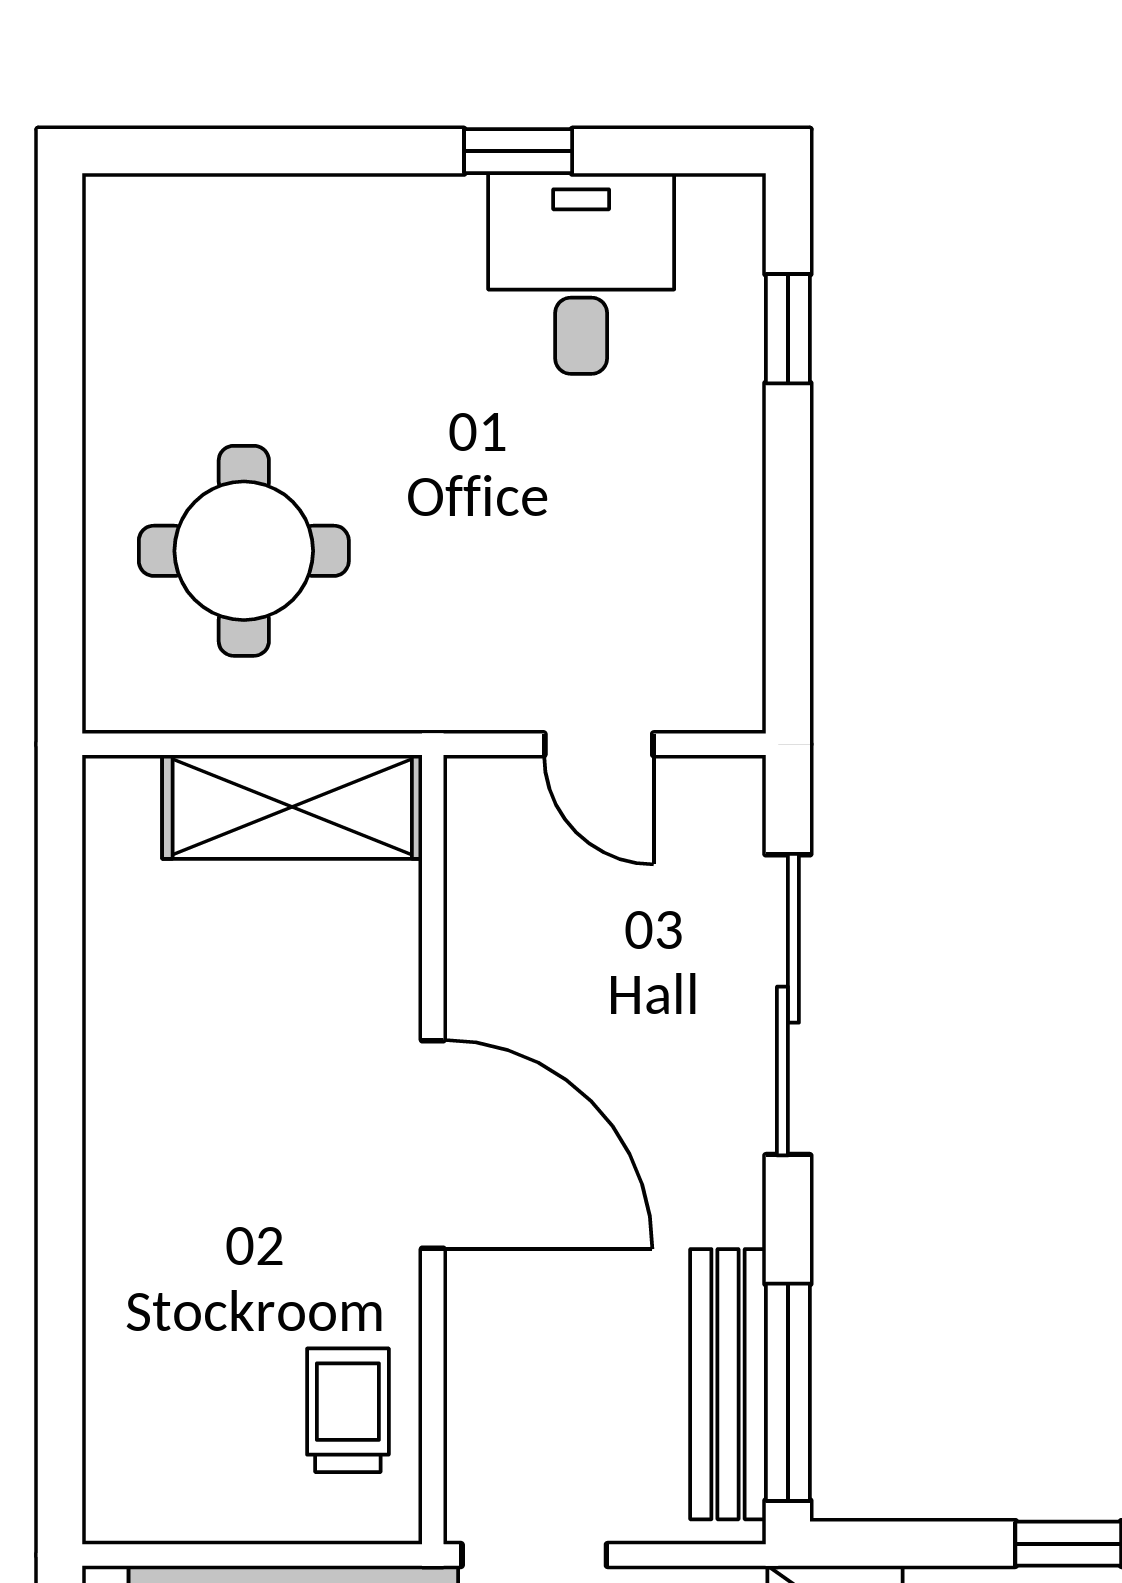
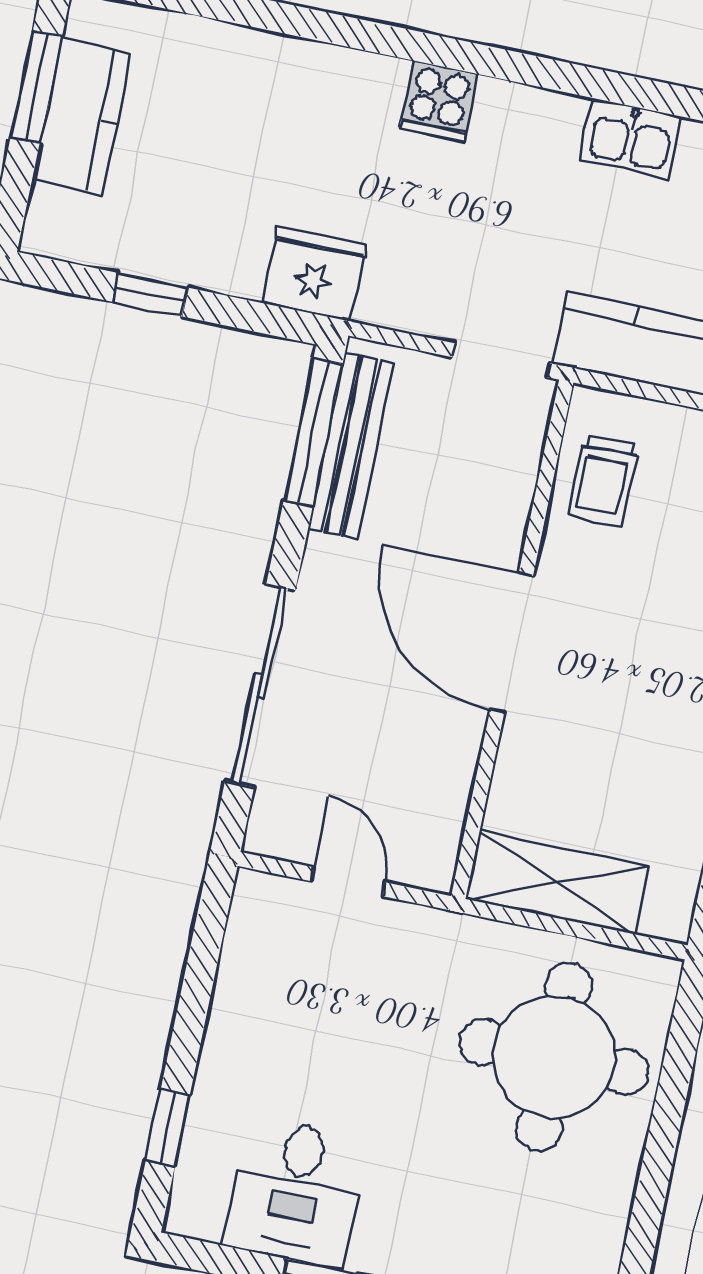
round table: (244, 551) -> (554, 1057), width x1.36, depth x1.36

